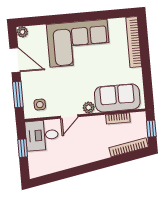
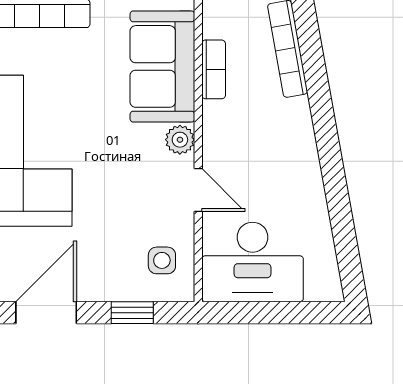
window: (18, 94) -> (132, 313), width x0.67
desk: (42, 135) -> (252, 262), width x1.37
window: (23, 148) -> (267, 313), removed

